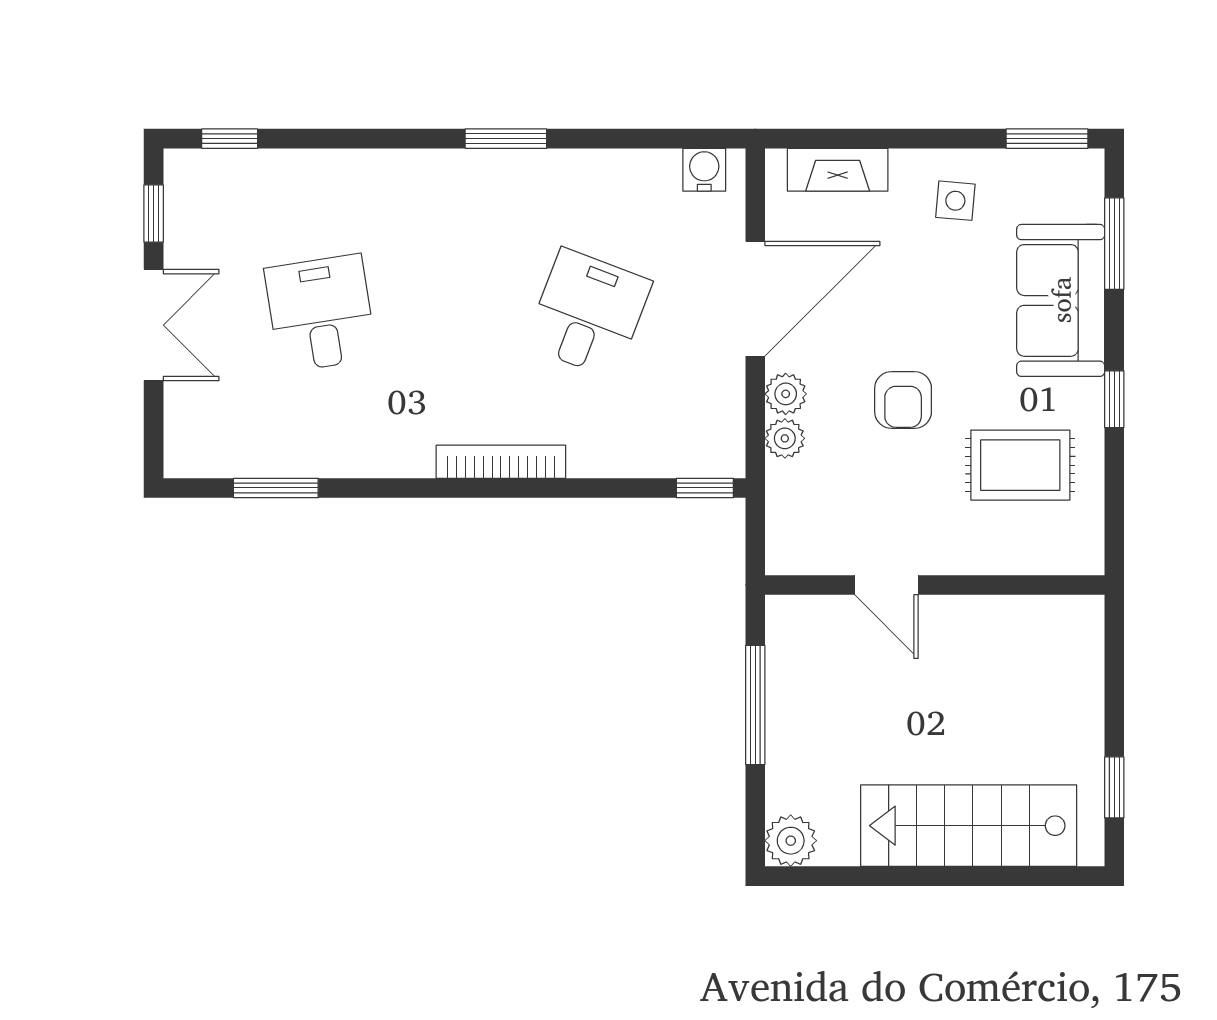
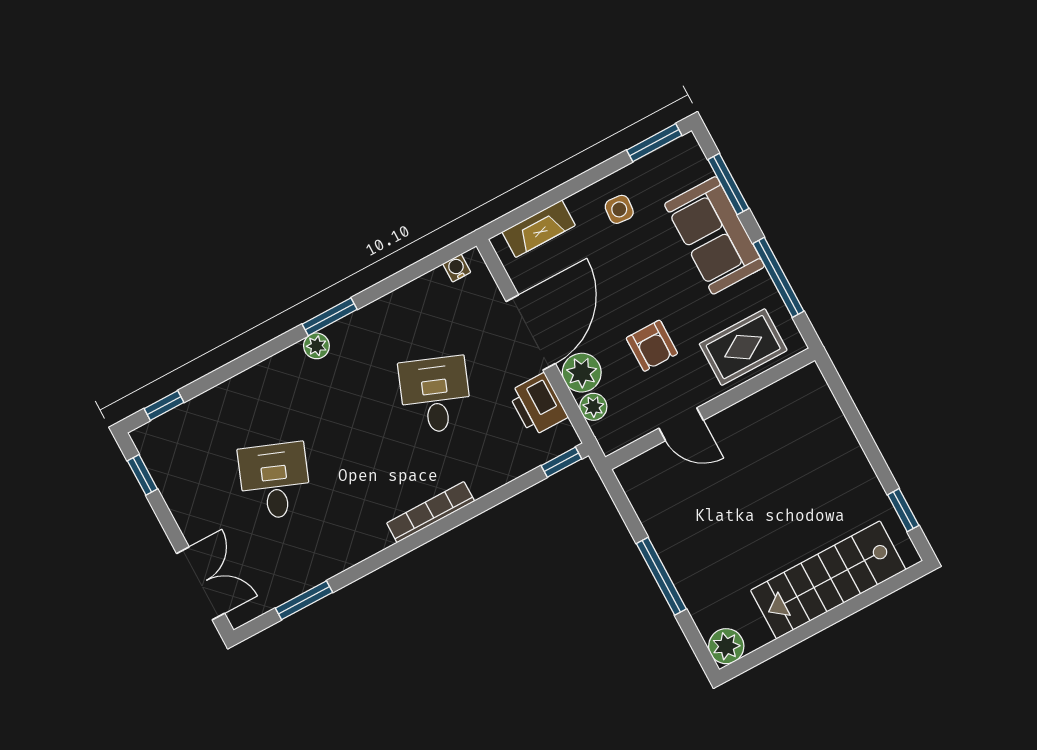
plant: (469, 167) -> (316, 346), added
water cooler: (704, 170) -> (457, 268), width x0.72, depth x0.72
desk: (321, 313) -> (275, 481), turned 30
double door: (154, 325) -> (201, 583), moved
plant: (786, 394) -> (582, 373), width x1.38, depth x1.38
printer: (714, 397) -> (538, 405), added
window: (1114, 399) -> (778, 277), width x2.17
door: (886, 585) -> (681, 424), moved
wall: (935, 585) -> (710, 409), moved

